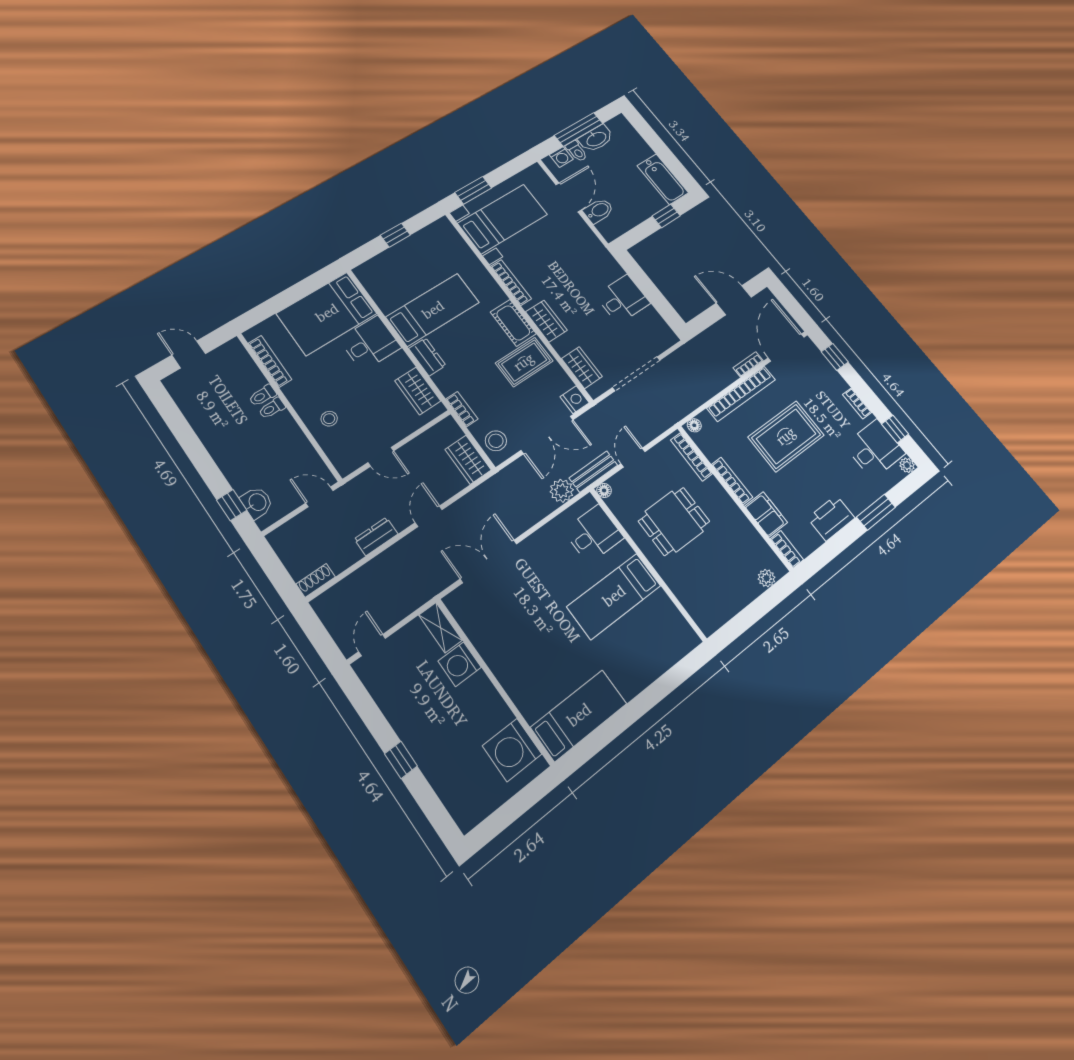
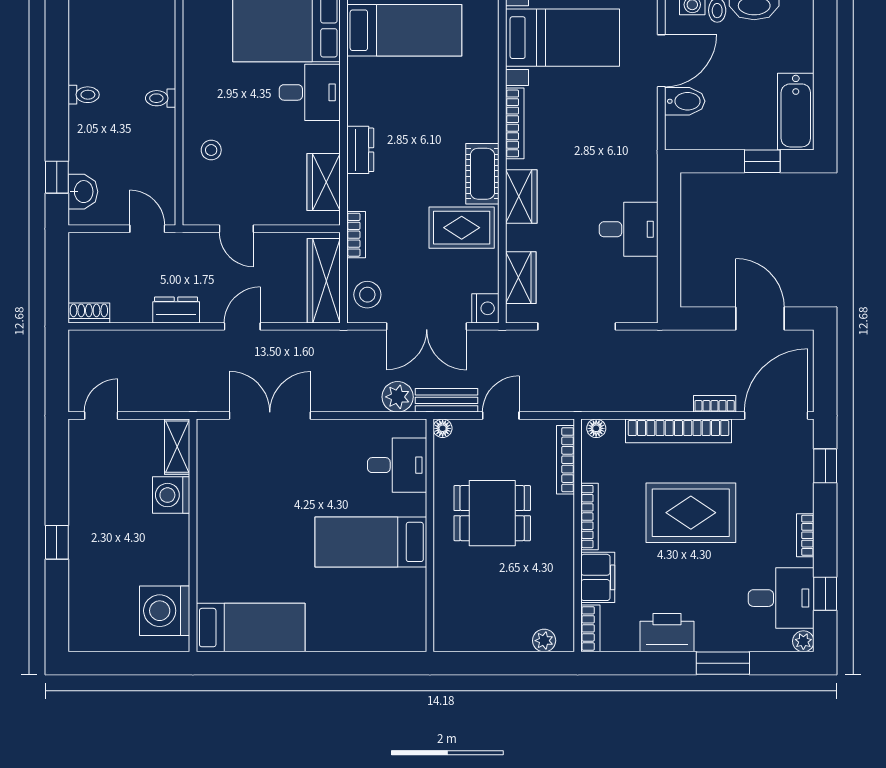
bed: (433, 310) -> (404, 30), moved
bookcase: (270, 361) -> (192, 43), removed
toilet: (263, 395) -> (84, 95), moved, turned 180
wardrobe: (468, 460) -> (324, 281), width x1.50

